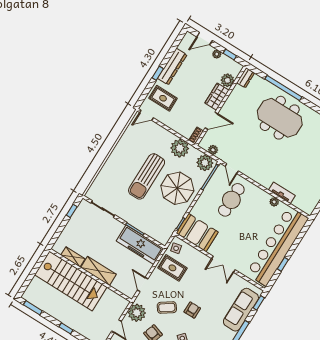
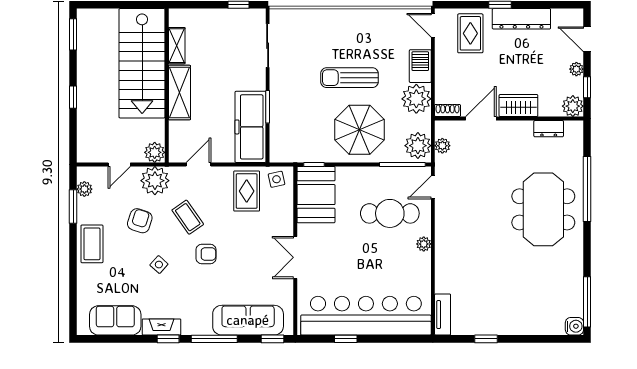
dresser: (246, 78) -> (549, 129), moved
plant: (227, 80) -> (573, 106), moved
door: (211, 121) -> (481, 119), swing flipped
barbecue: (164, 135) -> (420, 66), added
sun lounger: (147, 176) -> (349, 78), width x0.73, depth x0.75
tv unit: (282, 193) -> (443, 315), moved
plant: (274, 202) -> (424, 244), moved
plant: (122, 304) -> (155, 152), added

